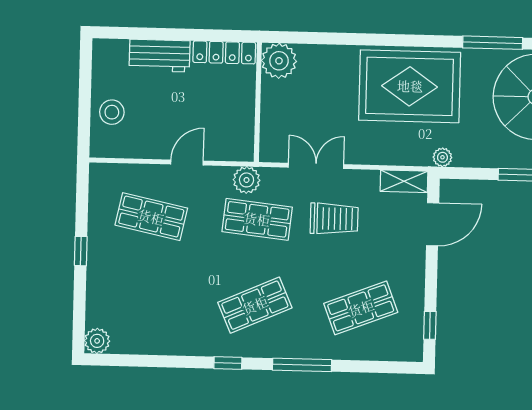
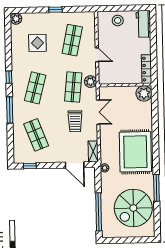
workbench: (160, 56) -> (143, 24), moved
display table: (154, 295) -> (37, 43), added
shop shelf: (255, 305) -> (35, 88), turned 39

